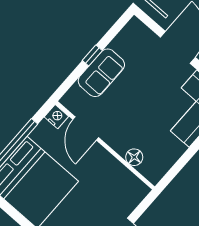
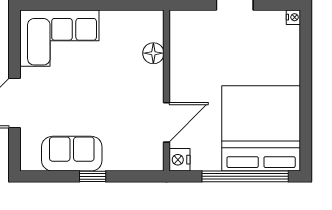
sofa: (101, 73) -> (72, 154), moved

